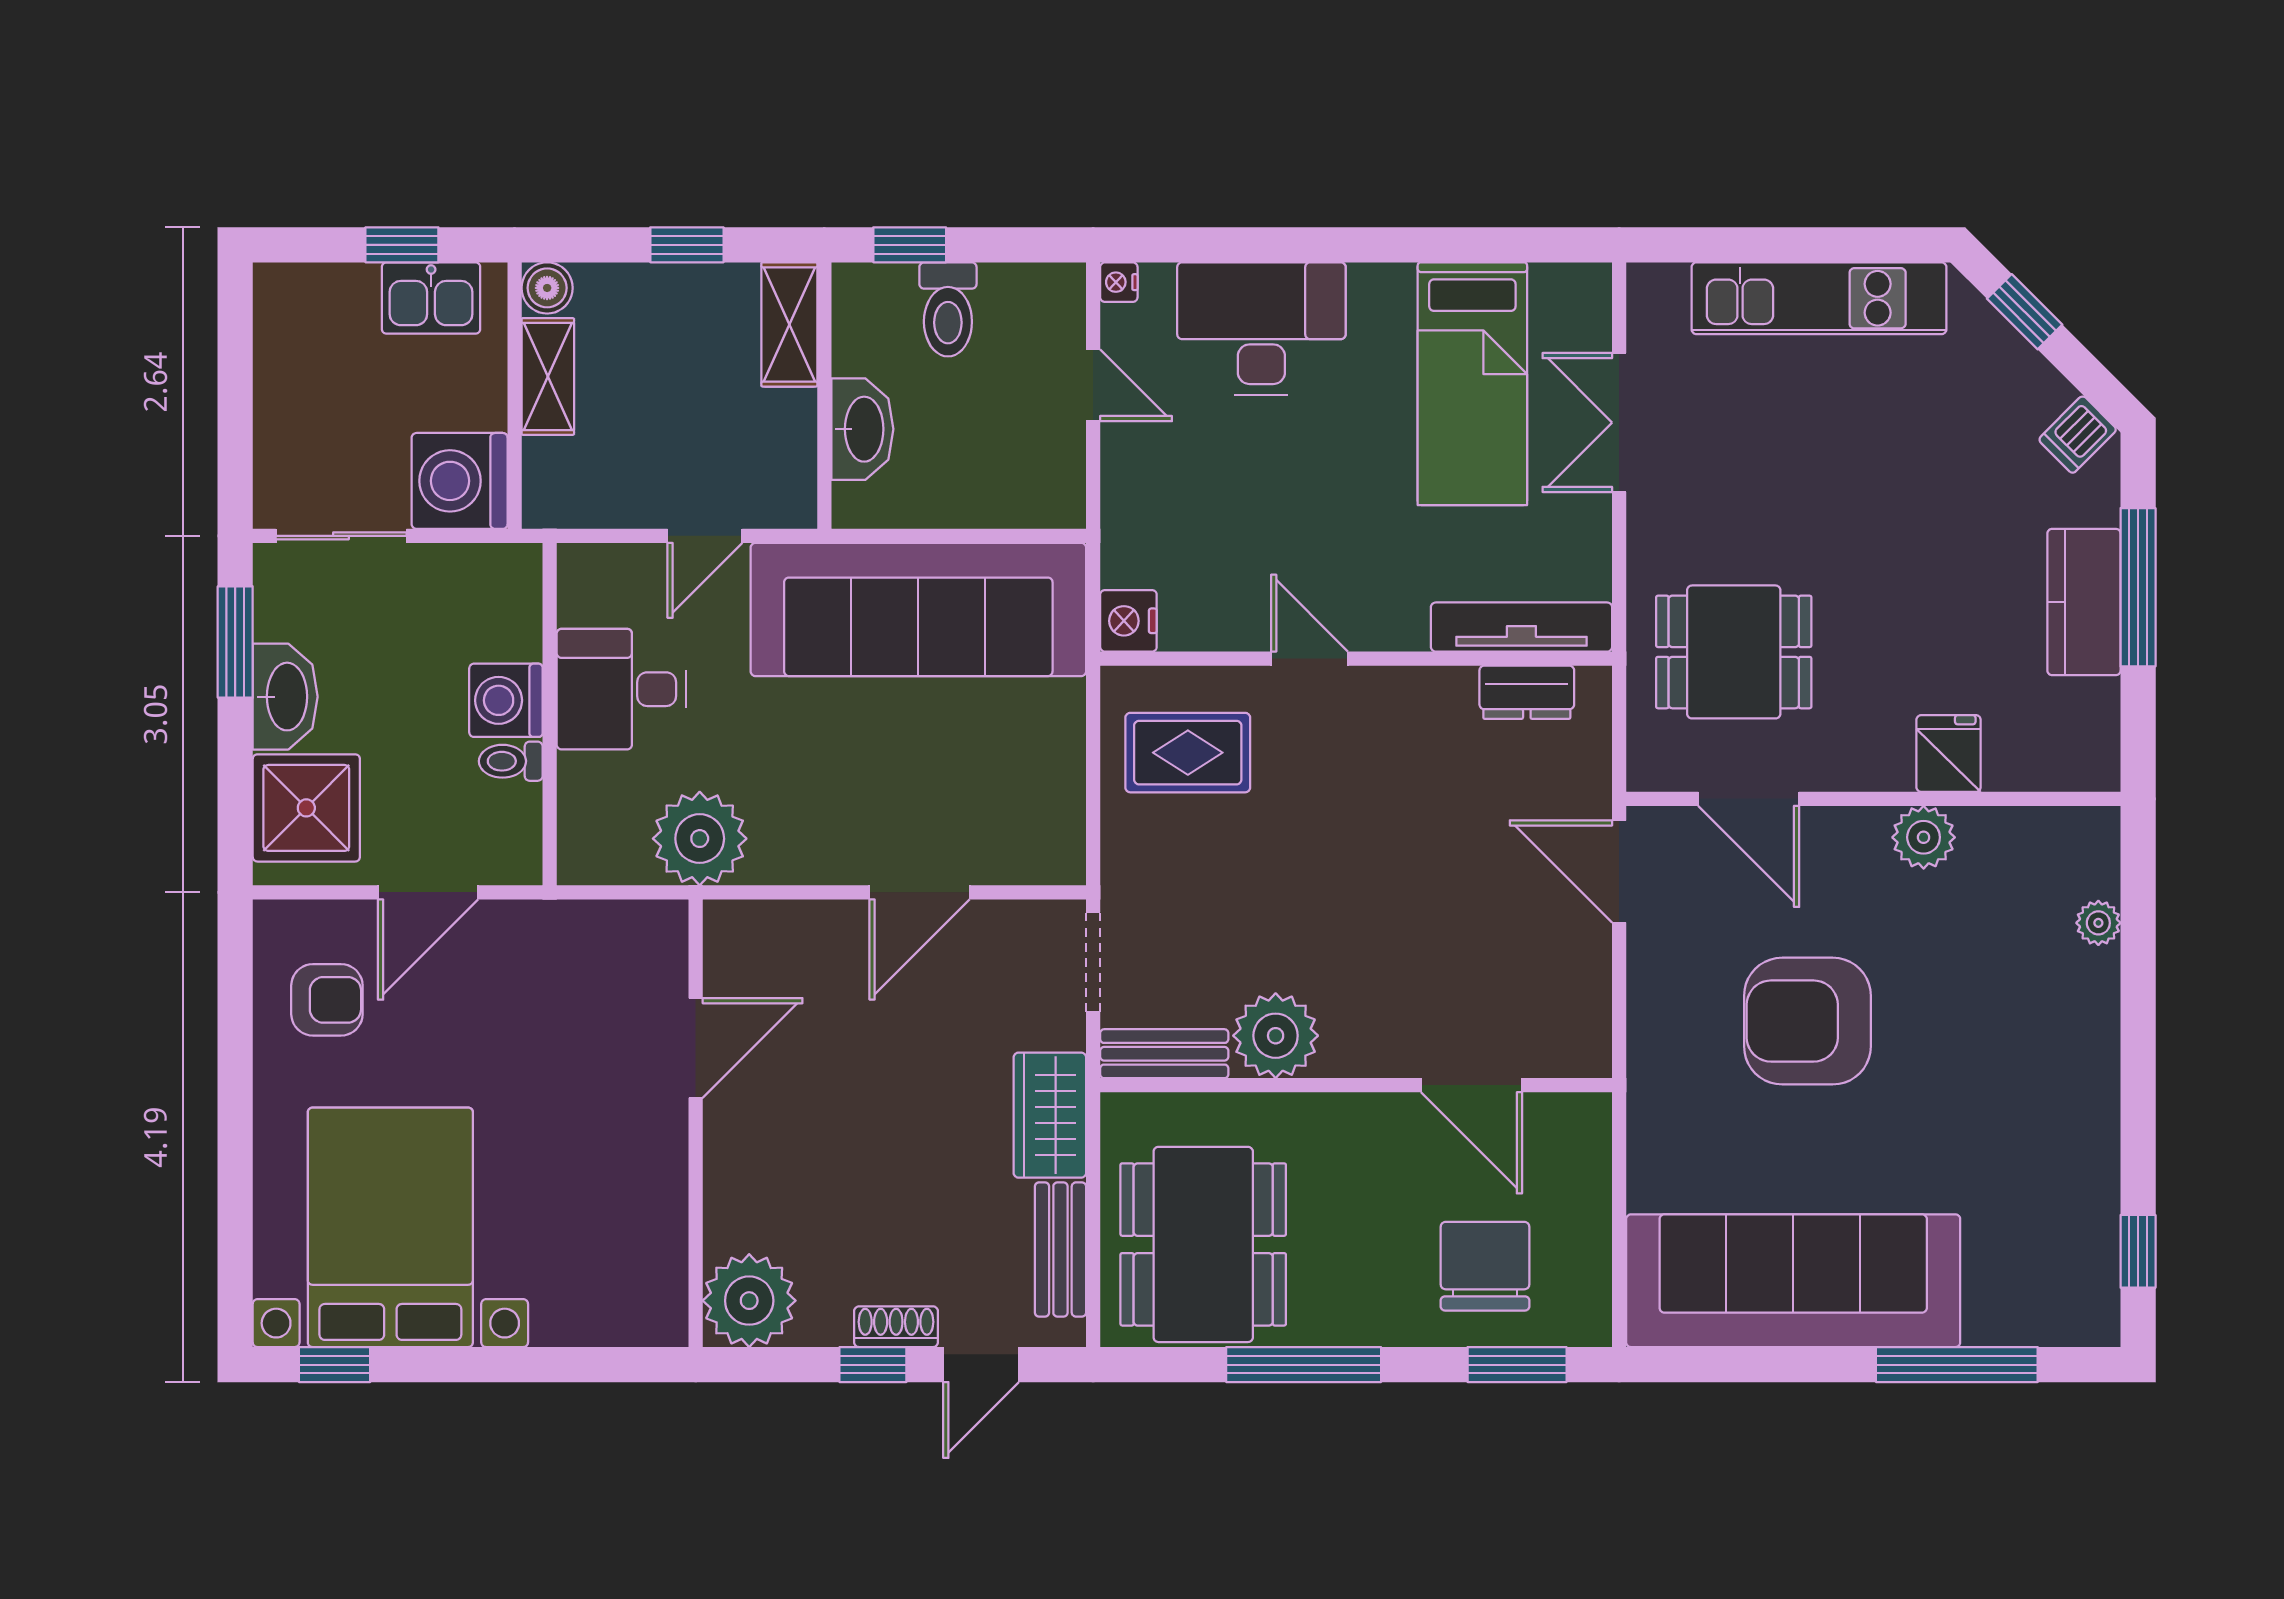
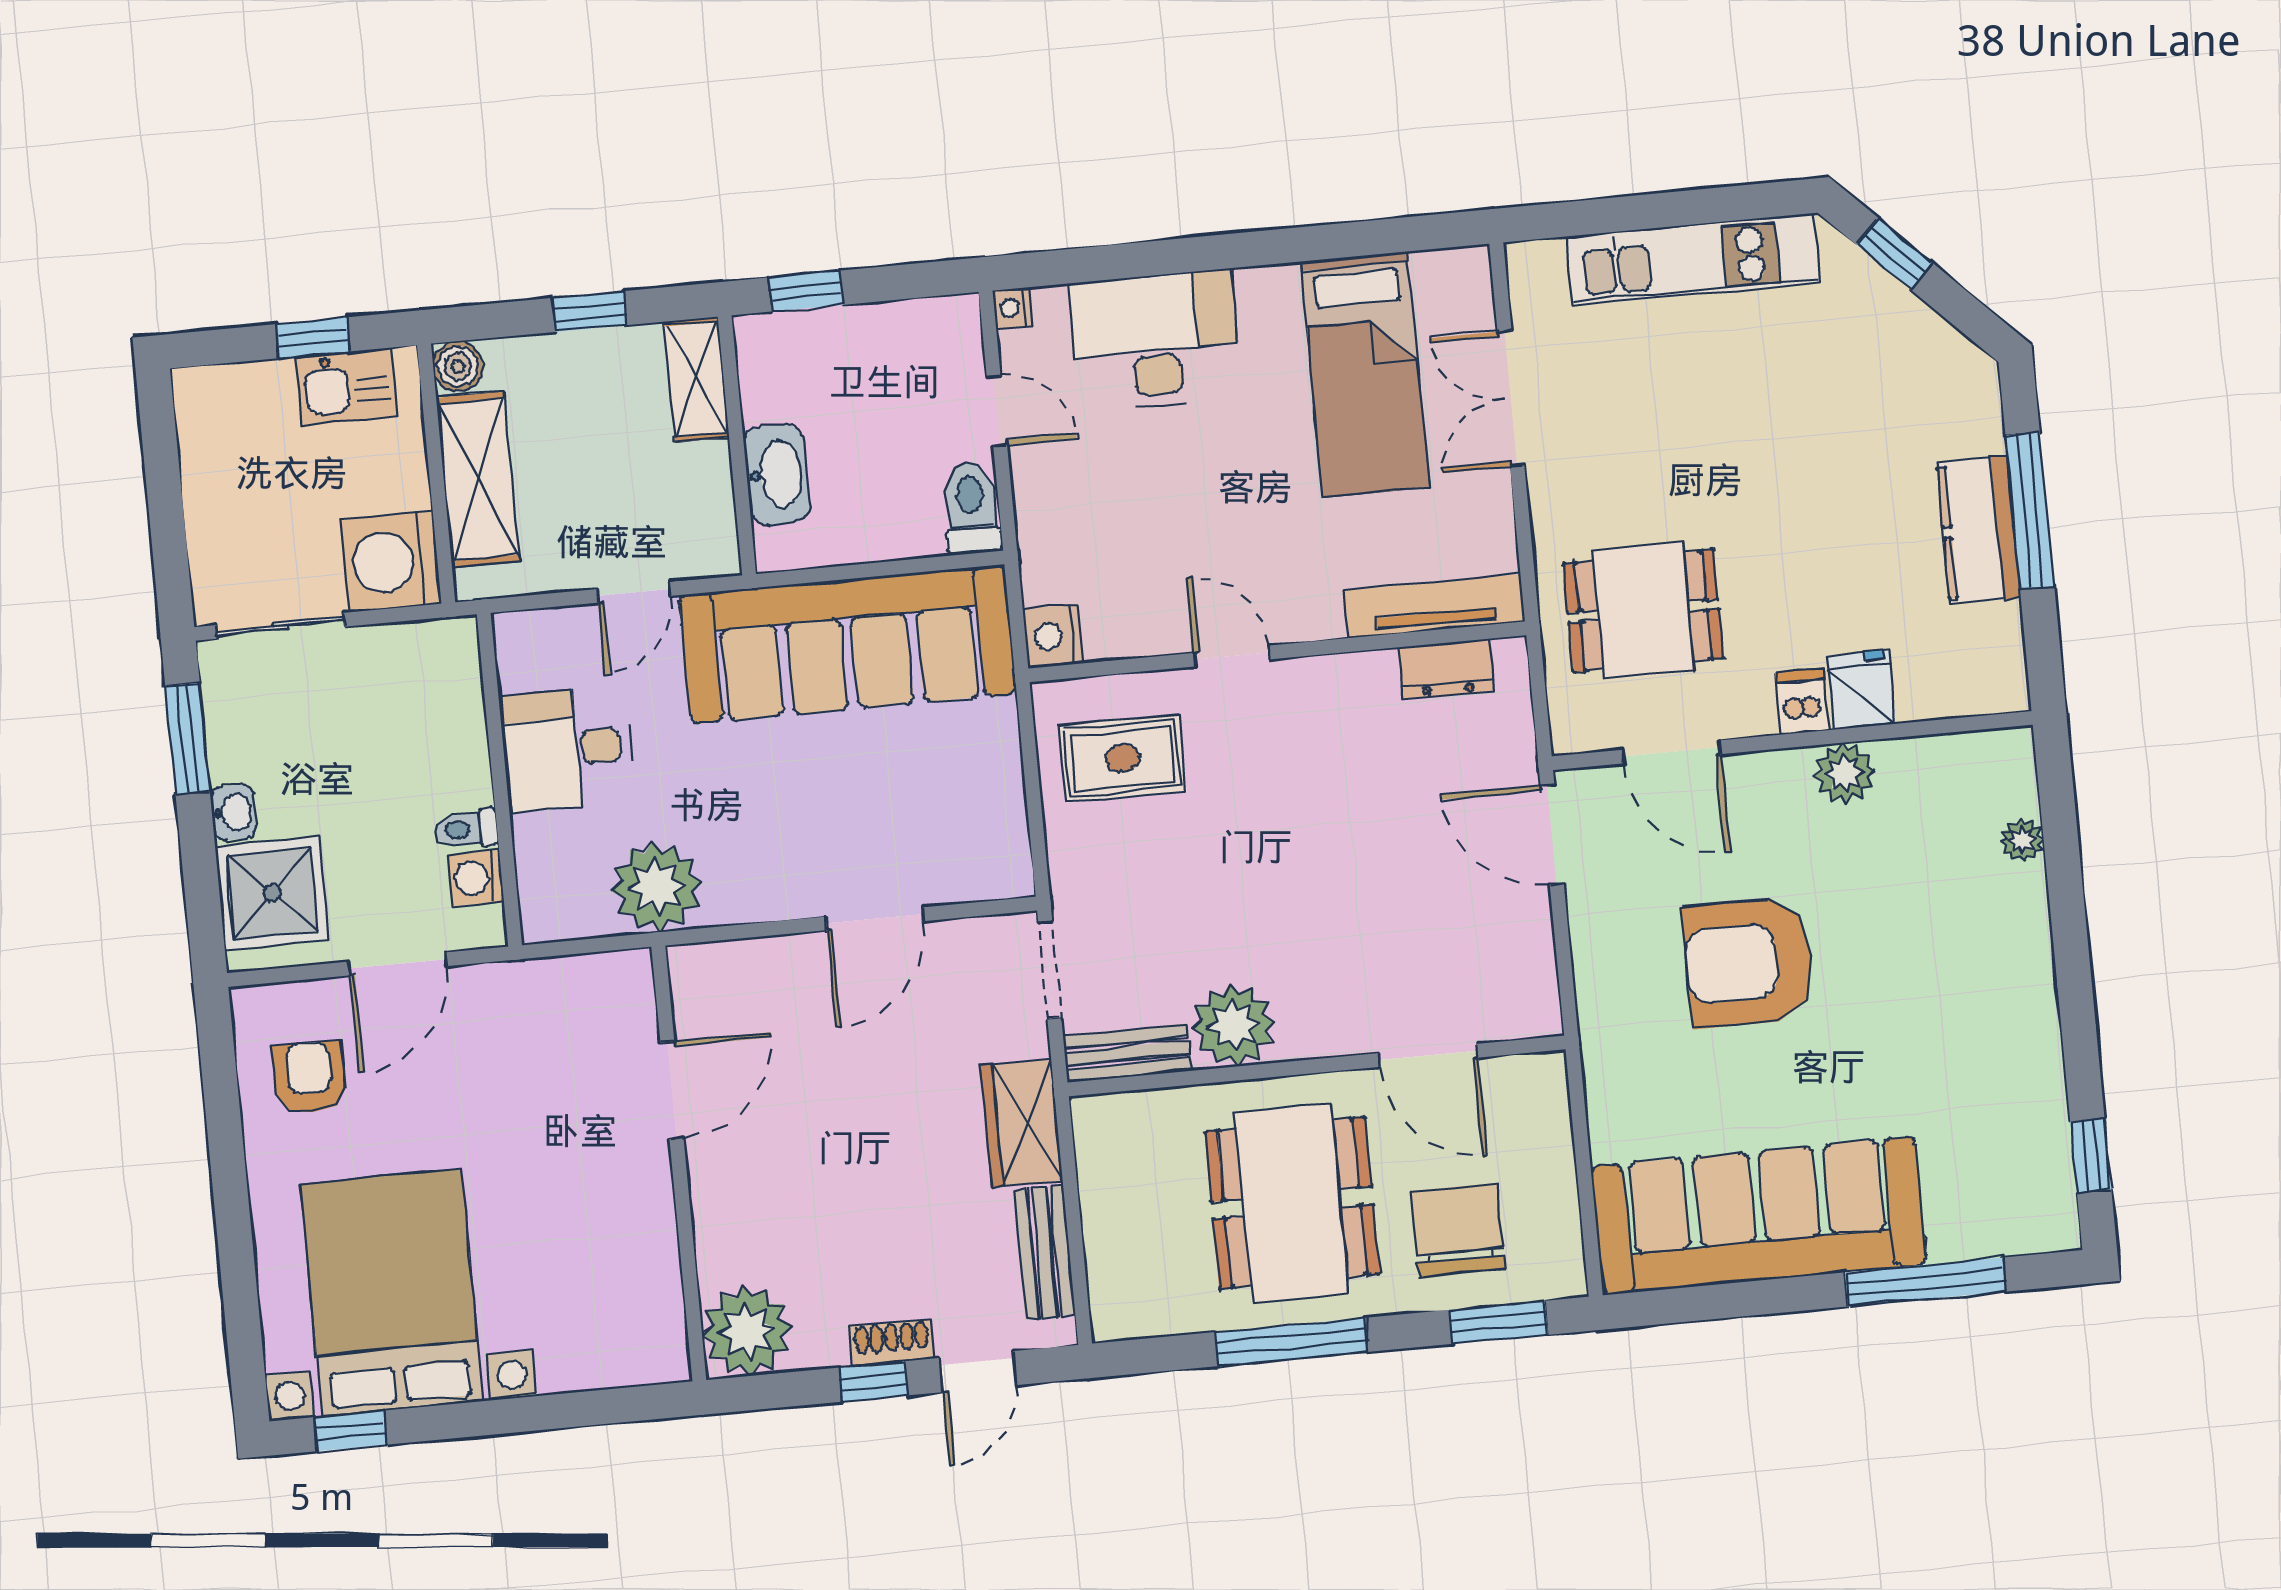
toilet: (948, 309) -> (971, 508), moved, turned 180
shelving: (548, 376) -> (478, 480), width x1.50, depth x1.33
dishwasher: (2078, 435) -> (1802, 701), moved, turned 135
washbasin: (285, 697) -> (234, 812), width x0.52, depth x0.69
washing machine: (506, 700) -> (476, 878), moved, width x0.73, depth x0.73
armchair: (327, 1000) -> (309, 1078), turned -90
dining table: (1203, 1244) -> (1292, 1203), moved

